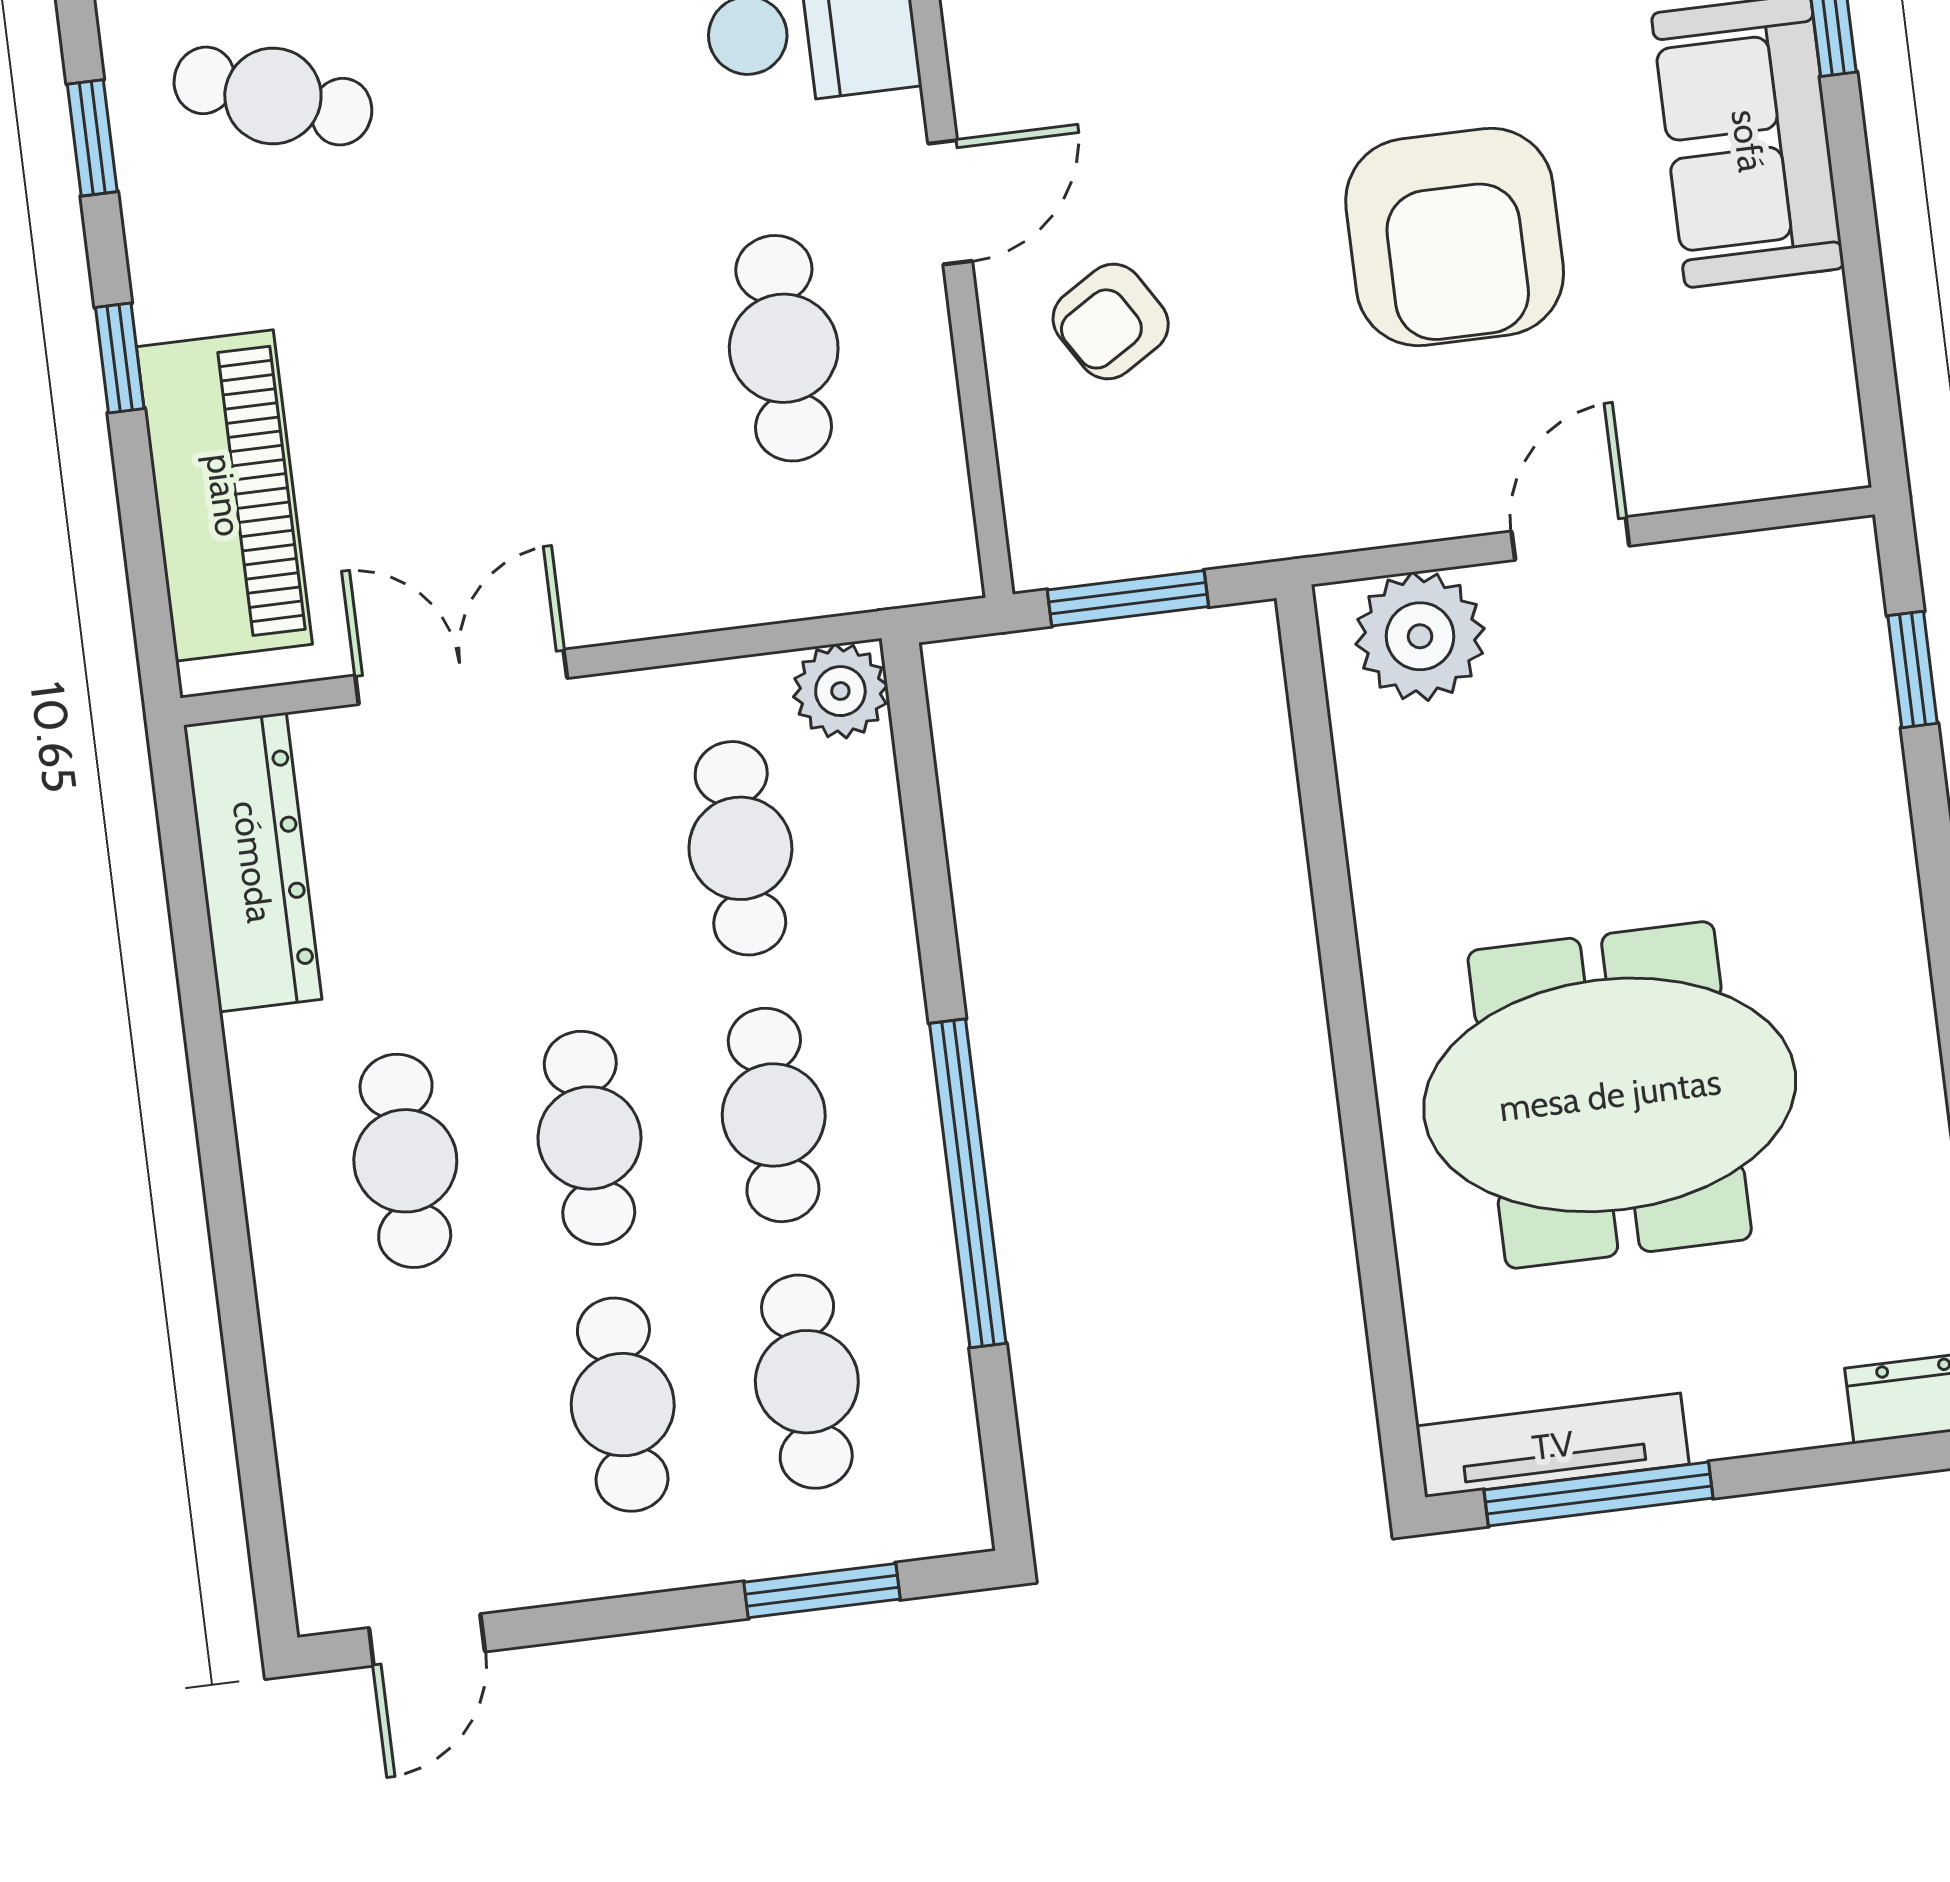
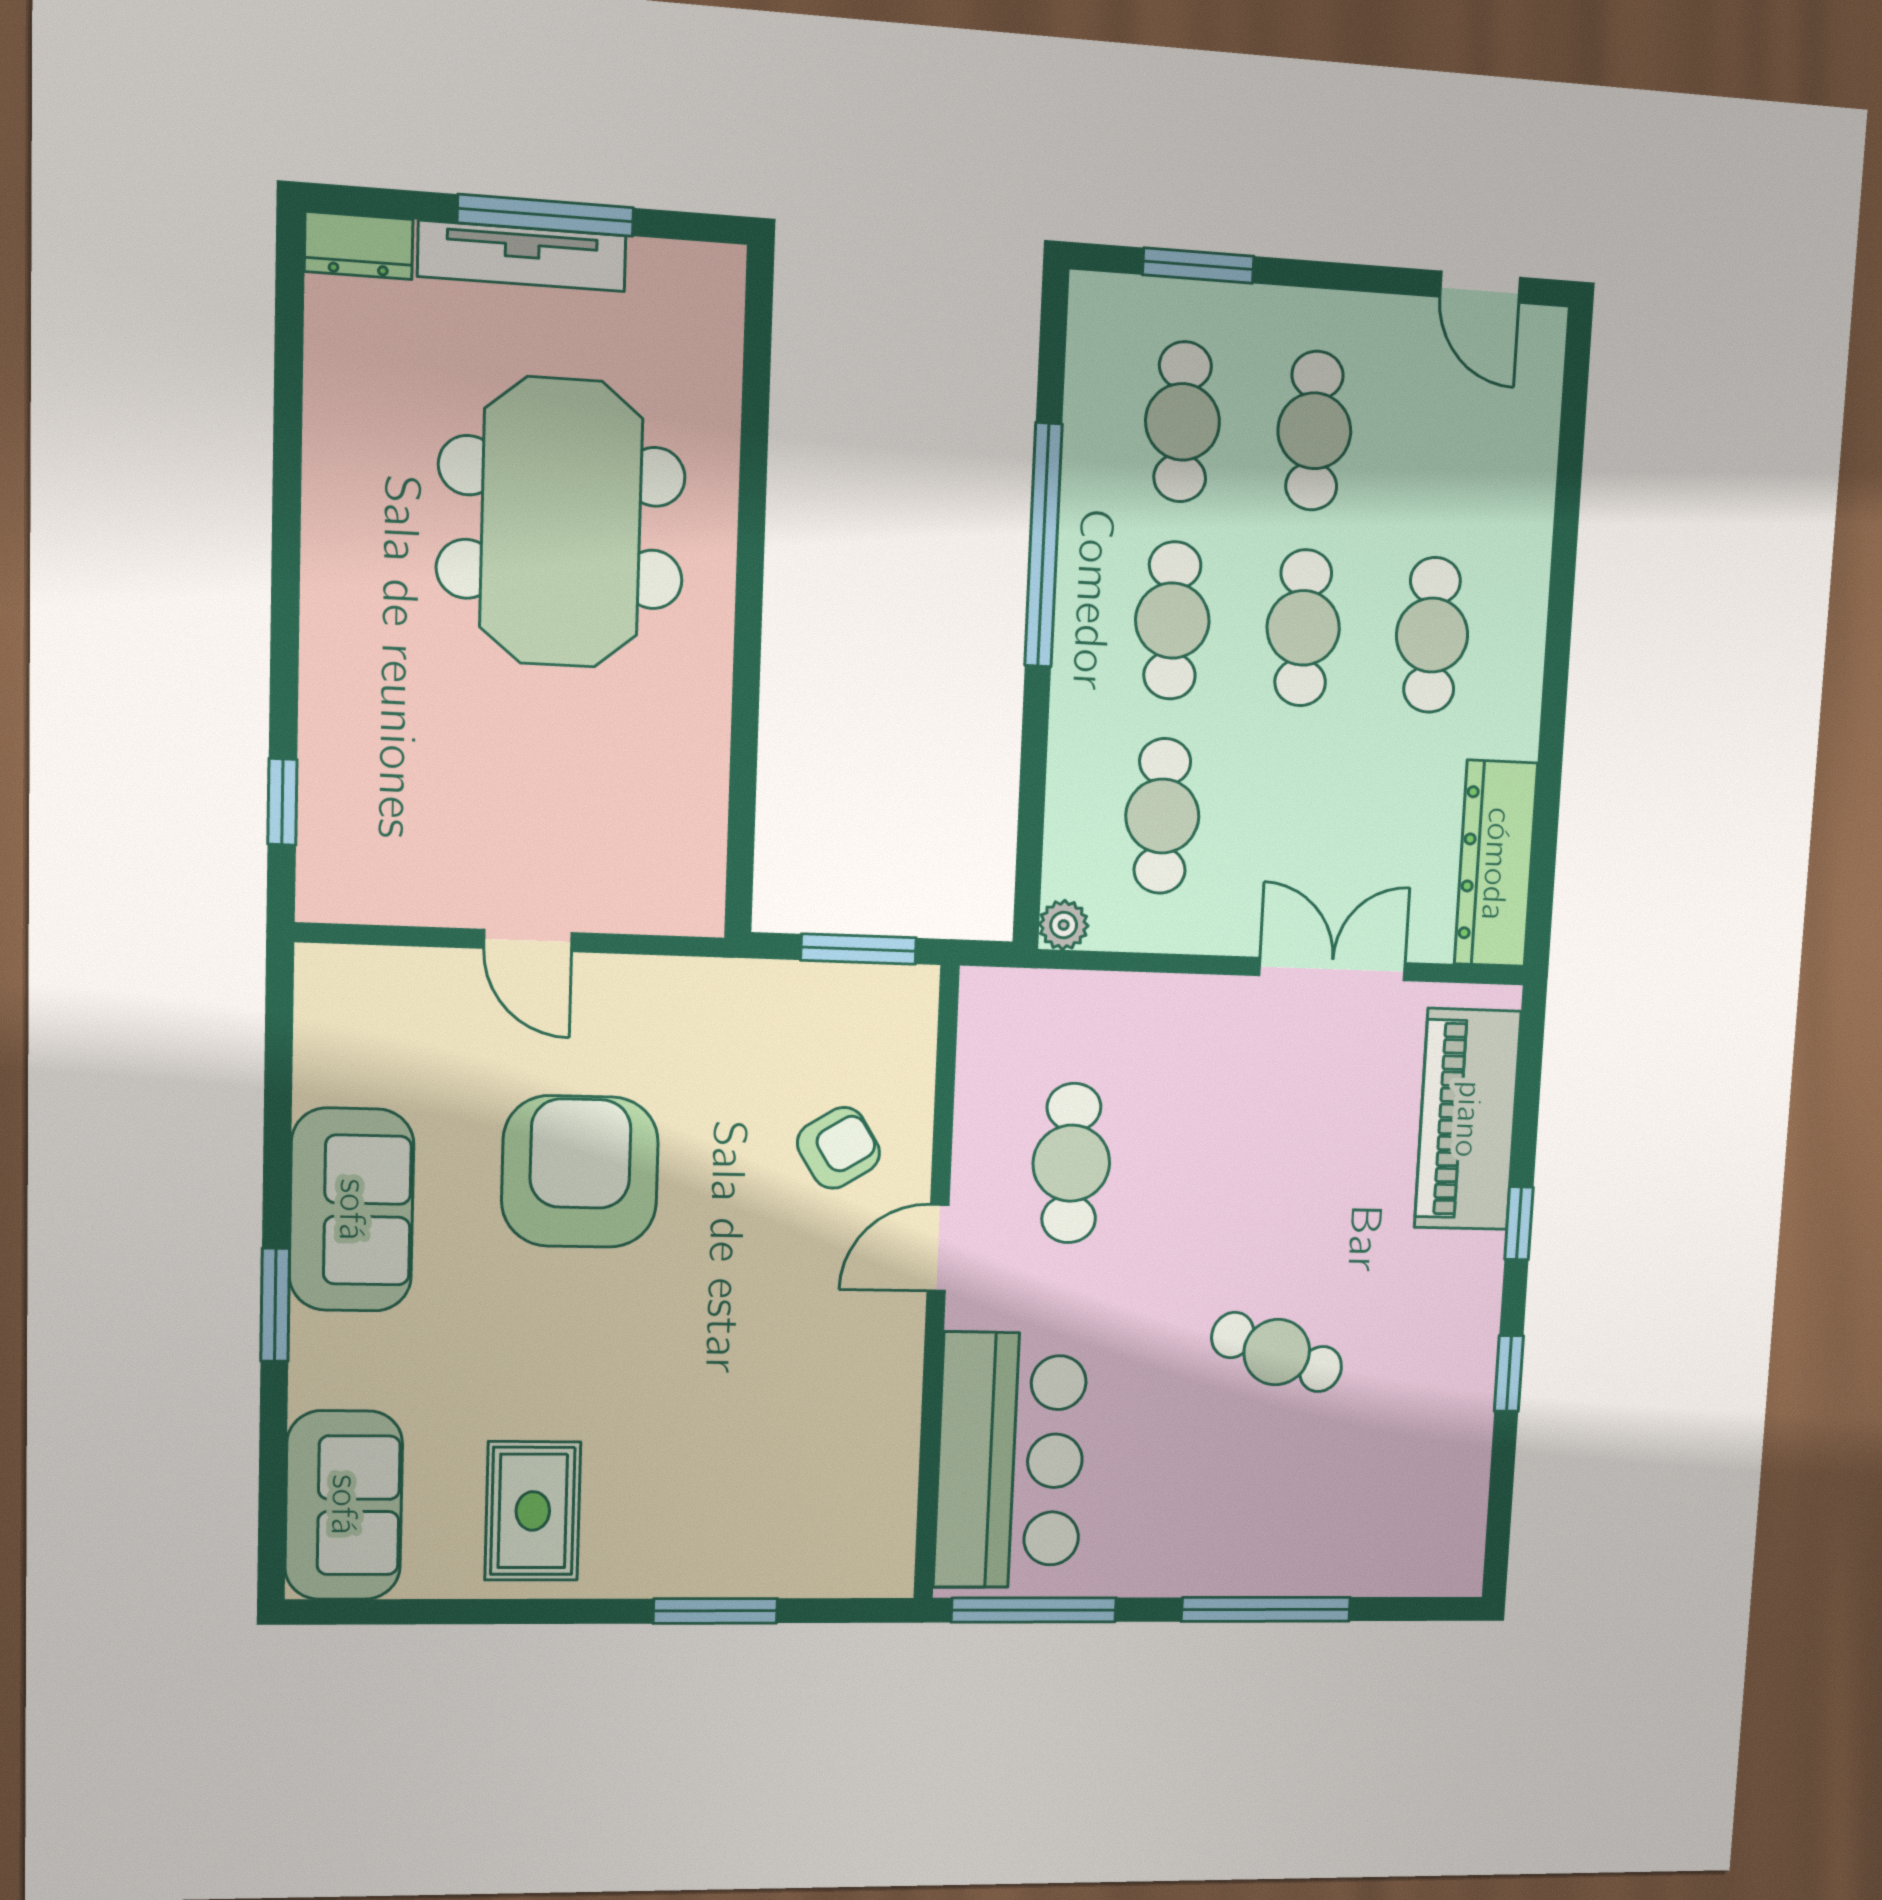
cafe table: (273, 96) -> (1277, 1352), moved
door: (1570, 539) -> (528, 941), hinge flipped
plant: (1420, 636) -> (650, 887), removed
double door: (461, 677) -> (1332, 969), swing flipped
plant: (840, 691) -> (1064, 925), width x0.73, depth x0.73
meeting table: (1610, 1095) -> (561, 523), turned 90
tv unit: (1553, 1445) -> (522, 256), moved
window: (1599, 1494) -> (546, 215), moved
door: (427, 1640) -> (1480, 287), swing flipped

